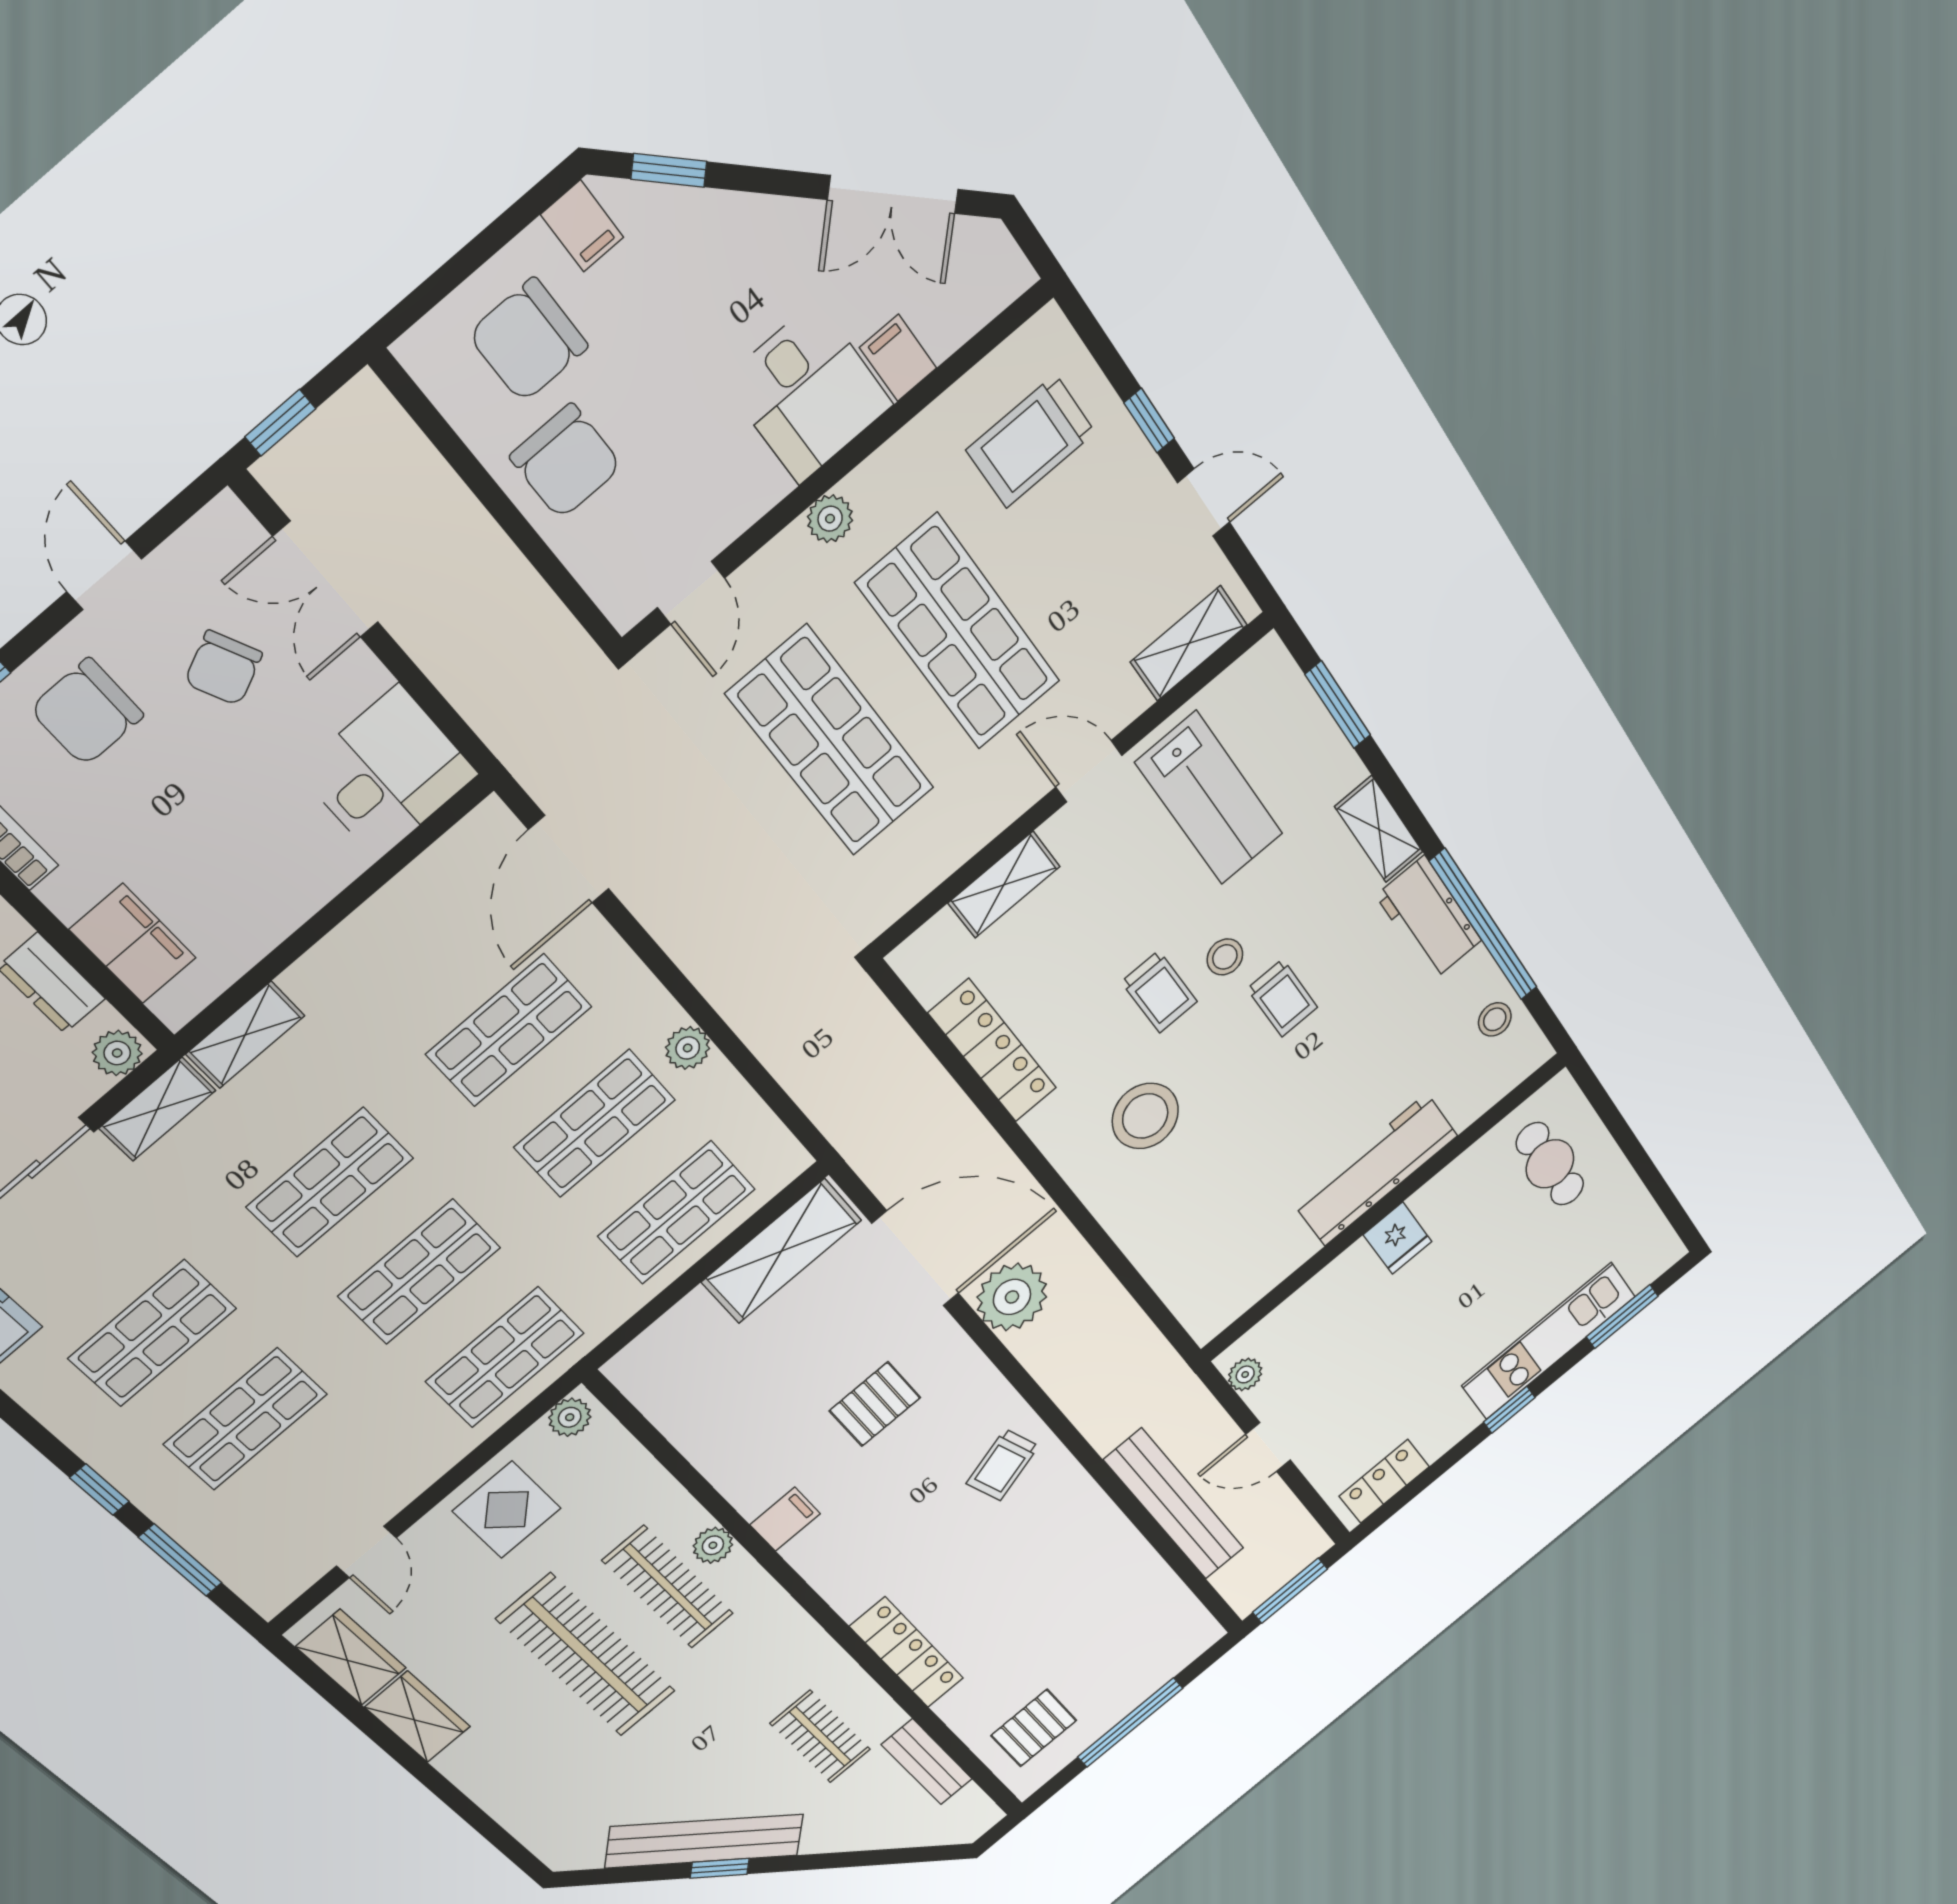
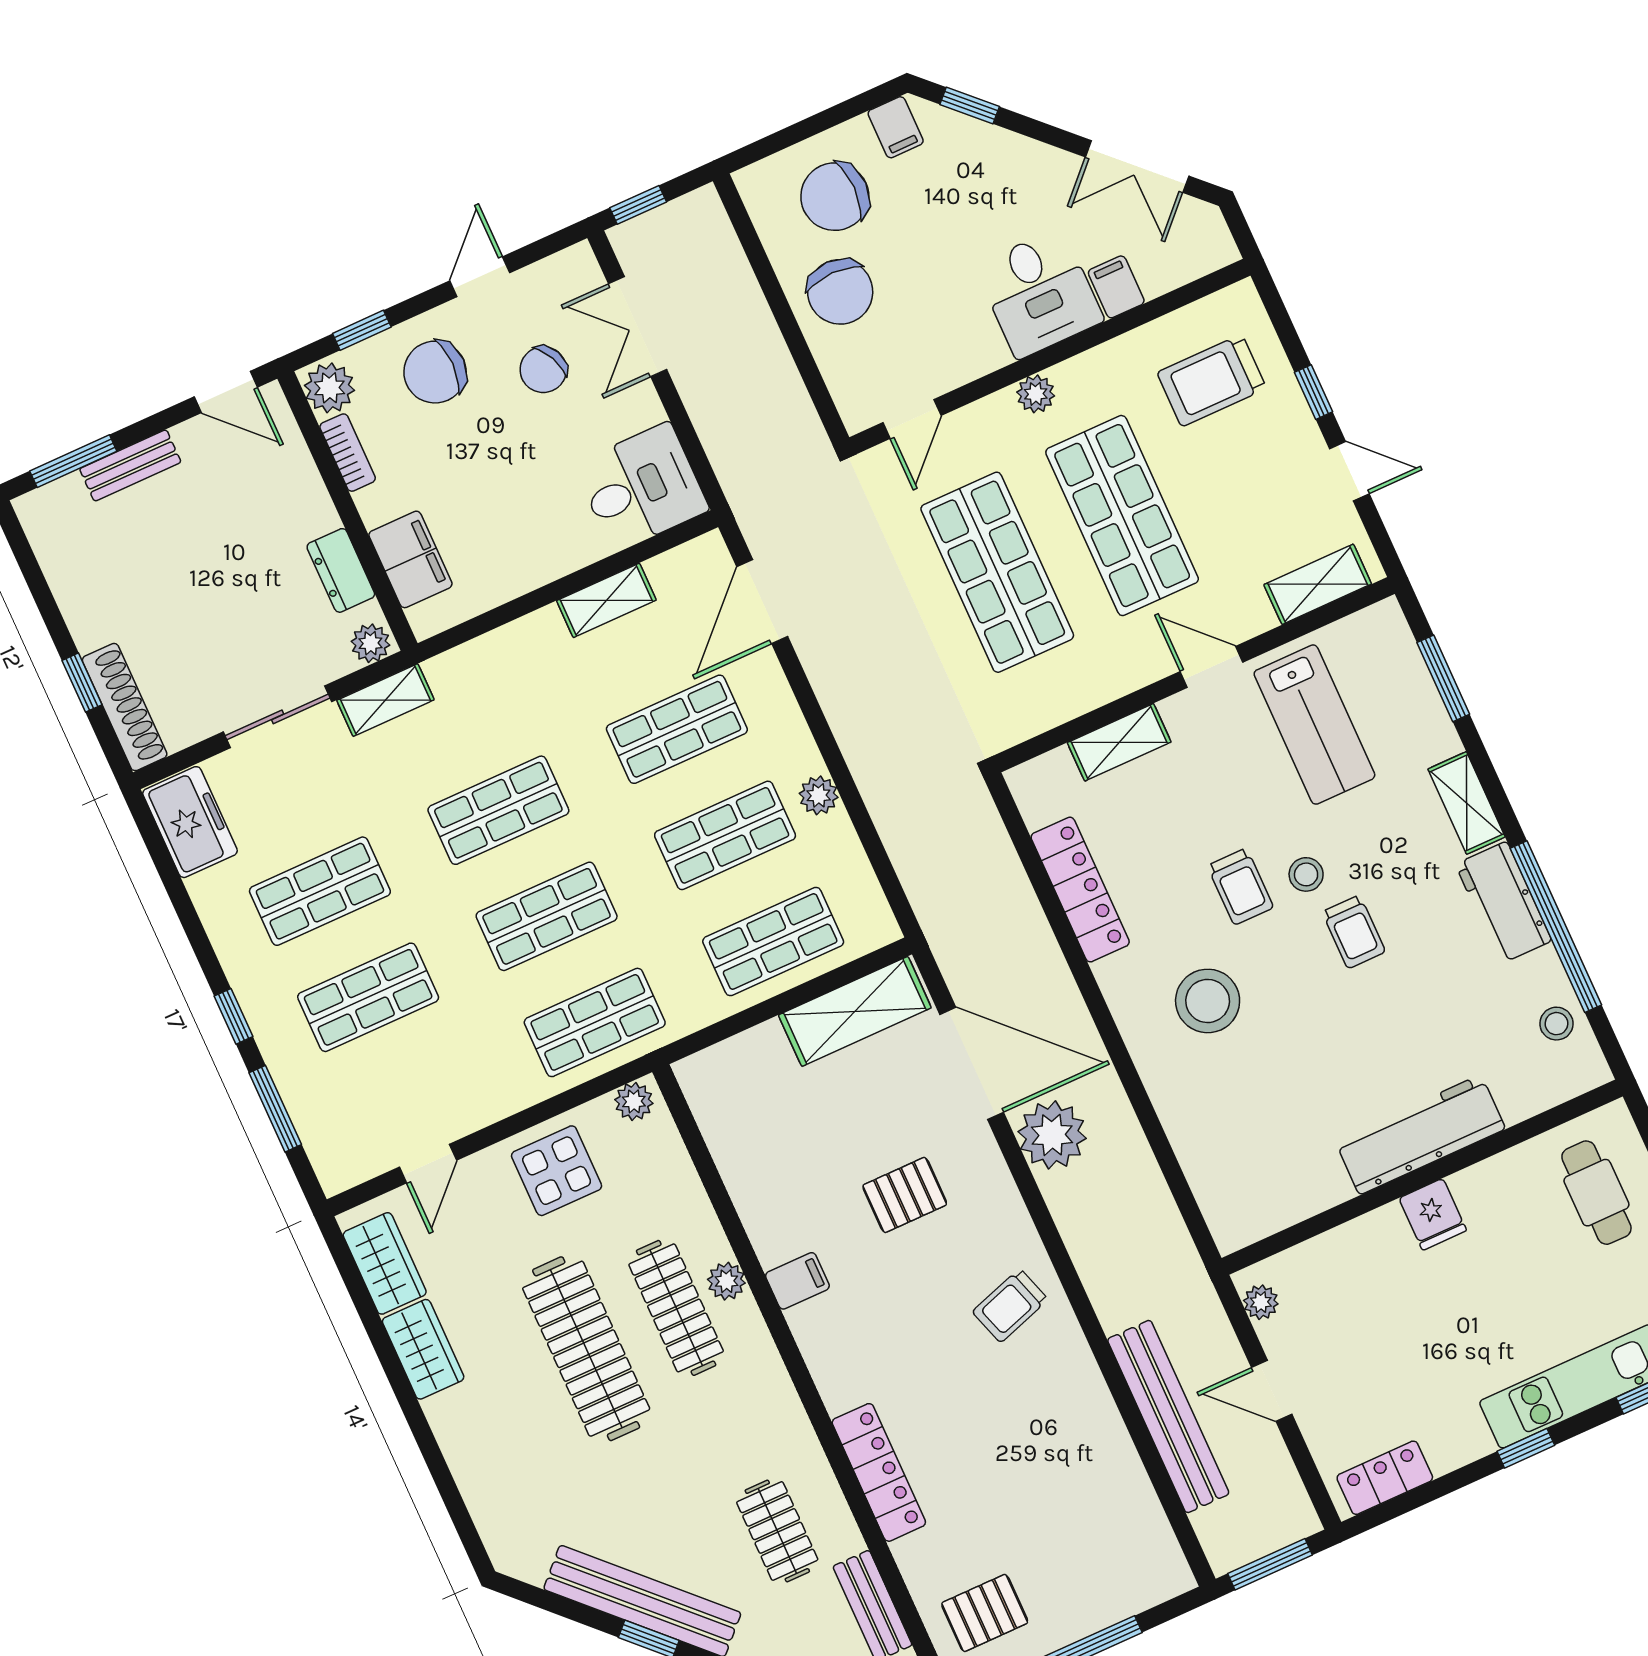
shelving: (245, 1035) -> (606, 600), moved

